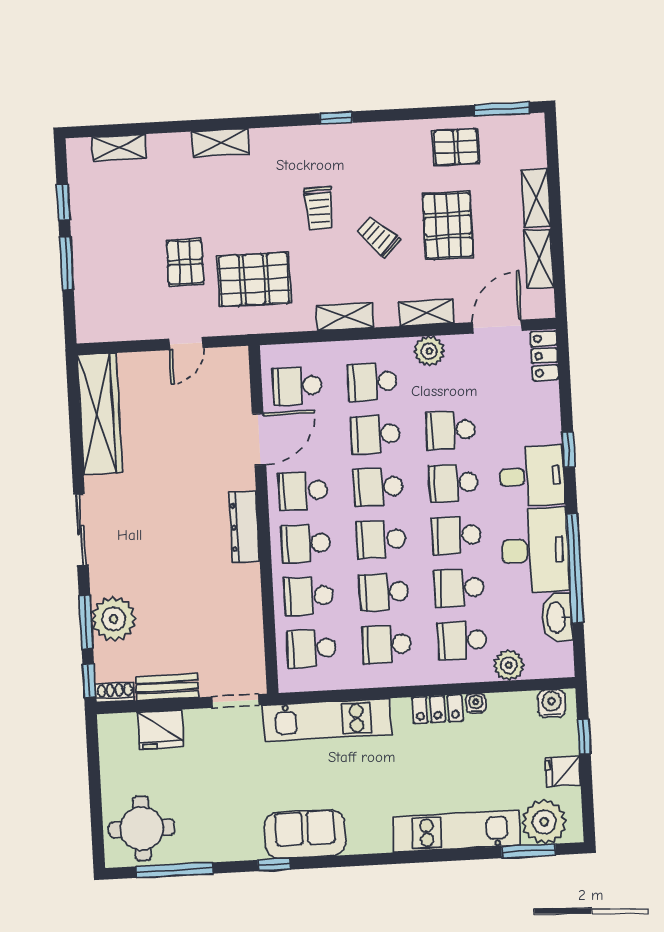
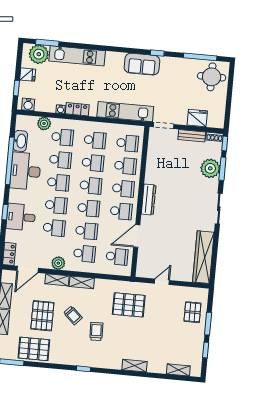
pallet: (456, 147) -> (34, 349), width x1.50, depth x1.42
pallet: (185, 262) -> (192, 312), moved
shelving: (345, 317) -> (82, 282), moved
desk: (532, 476) -> (21, 217), moved

